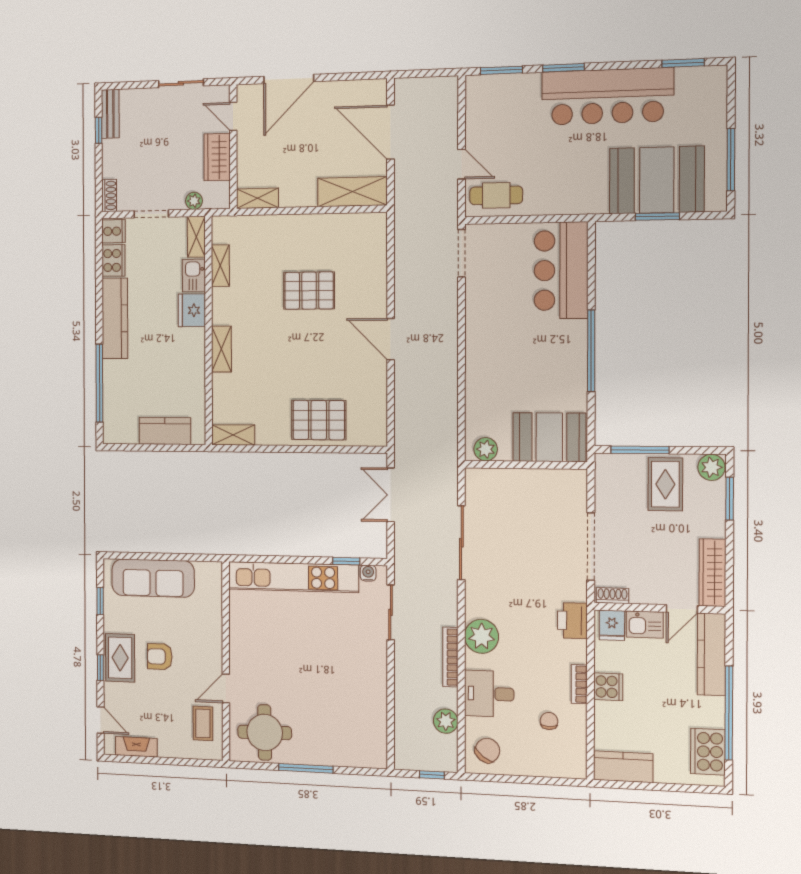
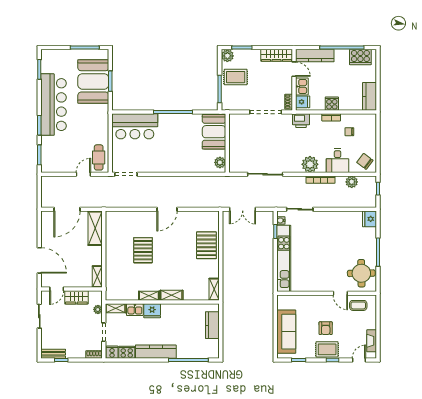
shelving: (220, 266) -> (149, 296), moved
fridge: (371, 754) -> (370, 219), added

